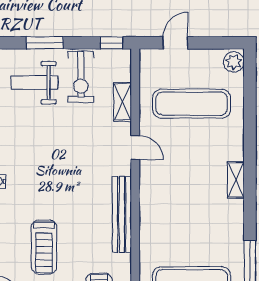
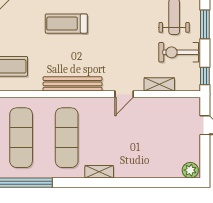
exercise mat: (192, 104) -> (67, 138), moved
treadmill: (44, 247) -> (66, 24), moved

